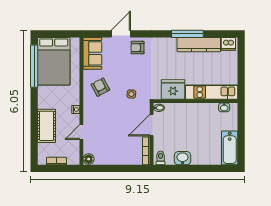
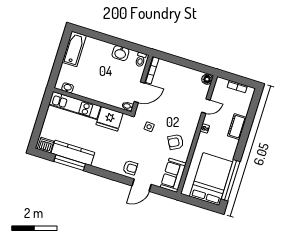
window: (187, 34) -> (70, 163), moved
armchair: (100, 87) -> (176, 142), turned 89
cot: (47, 126) -> (237, 127), width x0.73, depth x0.75

